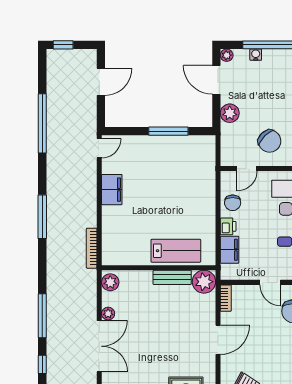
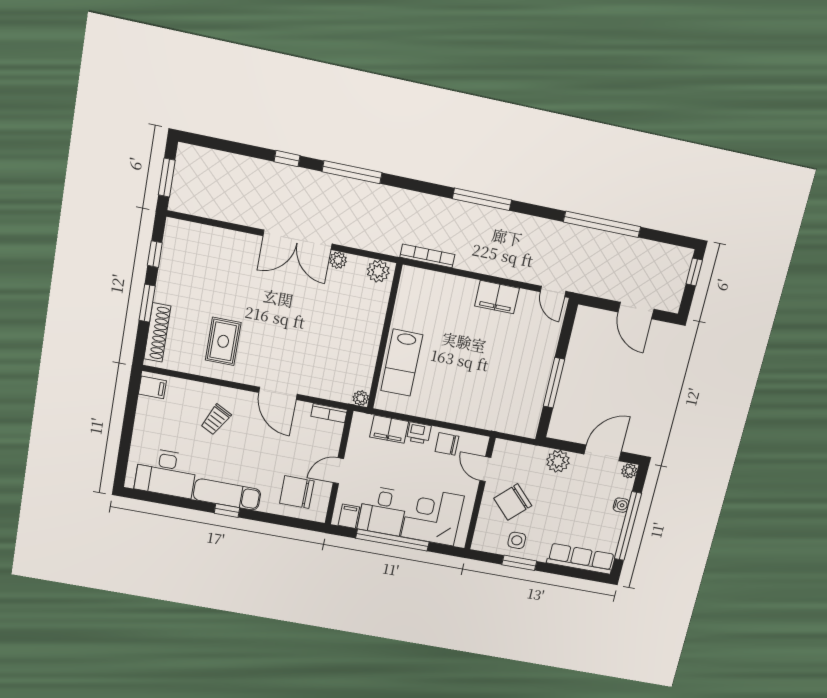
bench: (172, 277) -> (369, 352), removed
plant: (204, 282) -> (361, 398), width x0.53, depth x0.53

